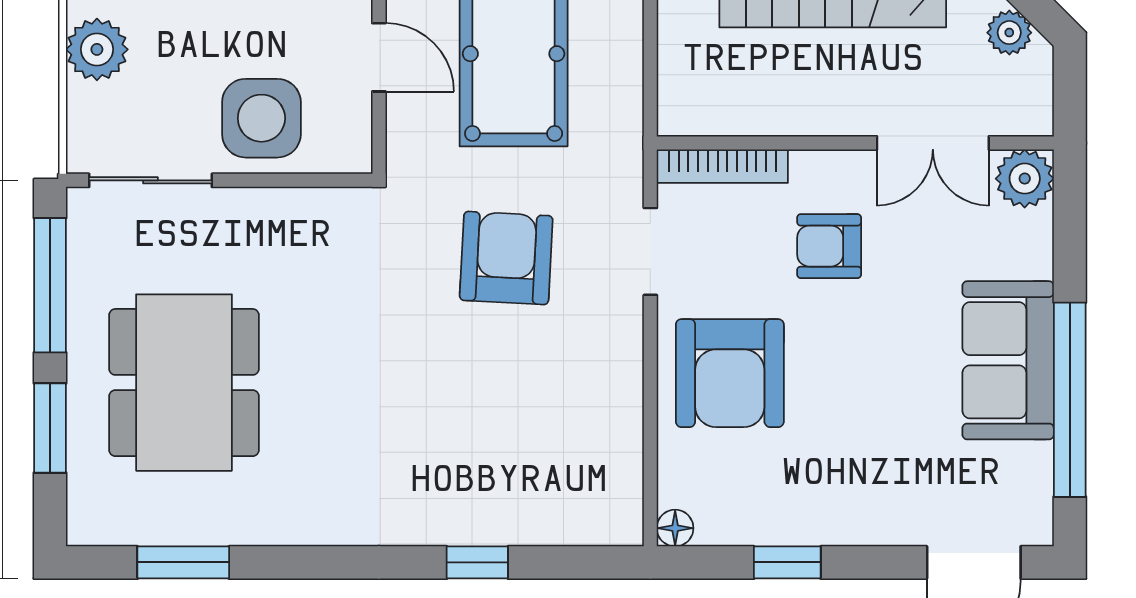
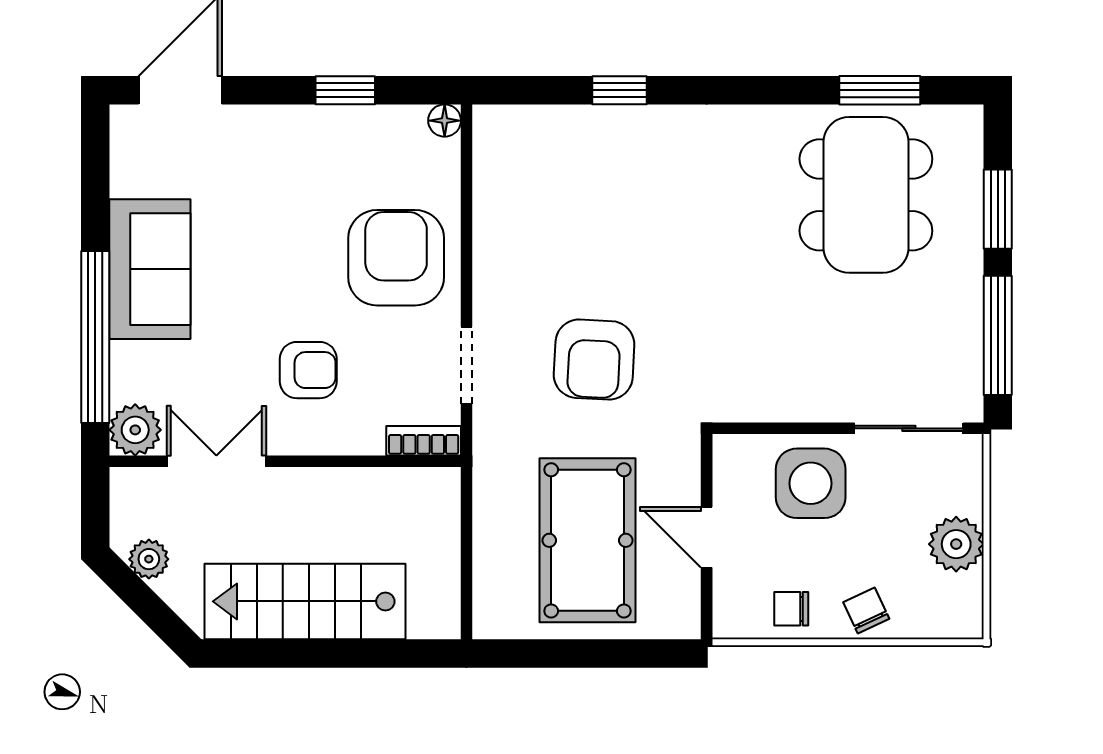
bookcase: (722, 166) -> (424, 441), width x0.64
dining table: (184, 383) -> (866, 195), moved
window: (1070, 400) -> (95, 337), moved

